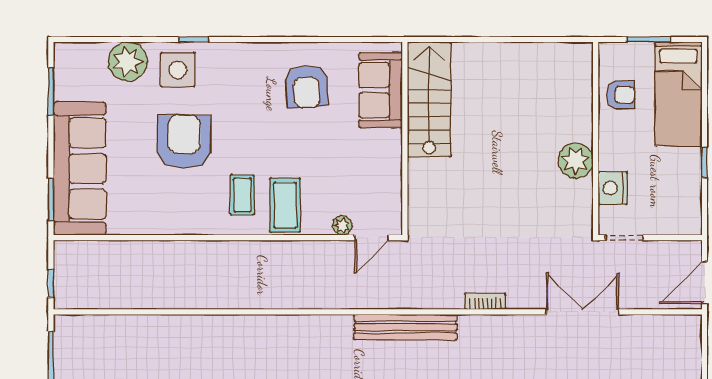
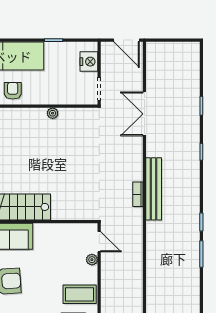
plant: (576, 161) -> (53, 113), width x0.53, depth x0.53
nightstand: (613, 188) -> (89, 62), moved, turned -90
bookcase: (485, 301) -> (138, 194), moved
bench: (405, 327) -> (154, 189), moved

